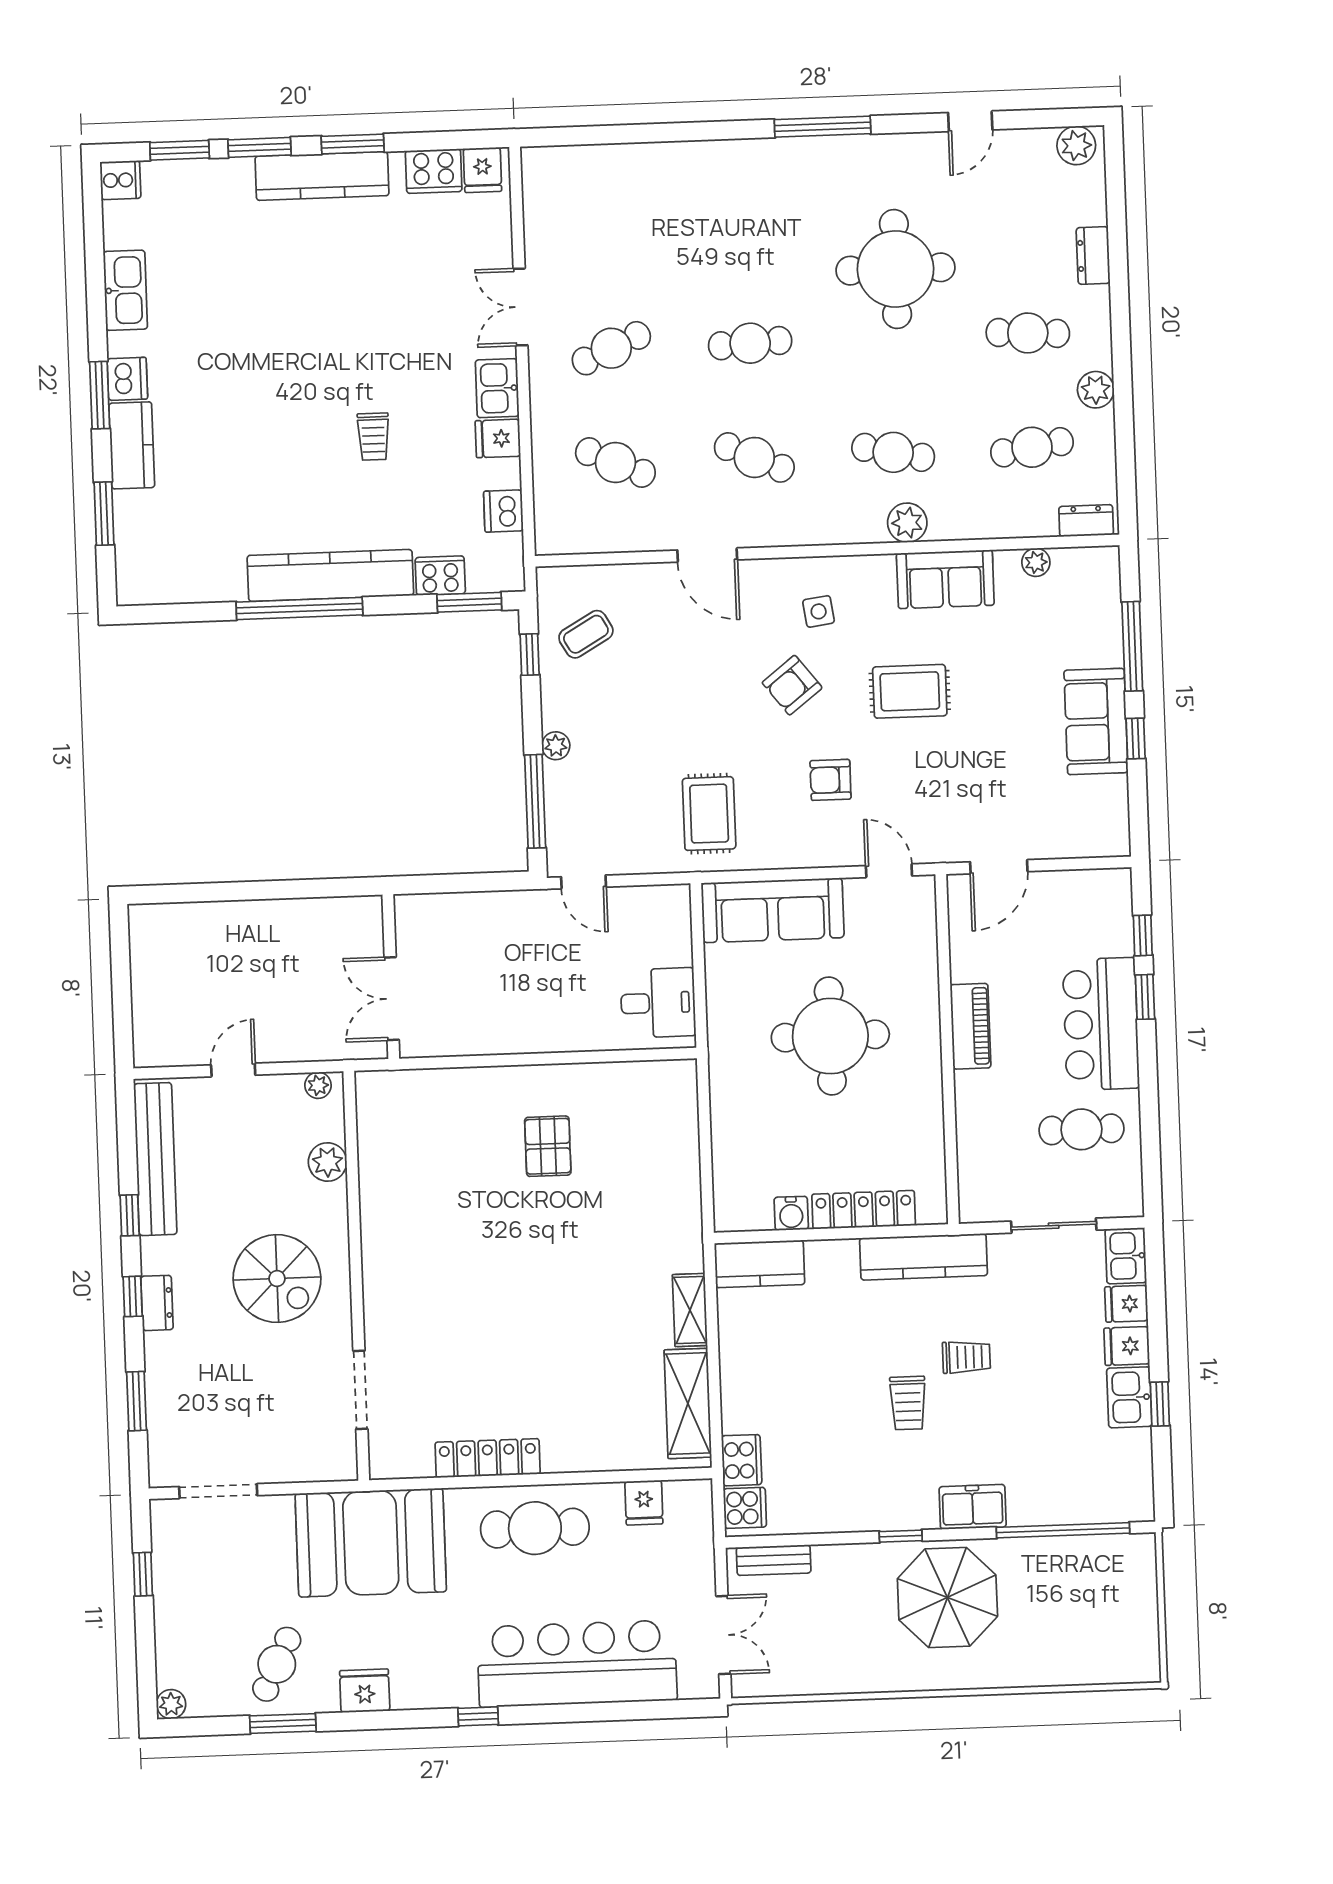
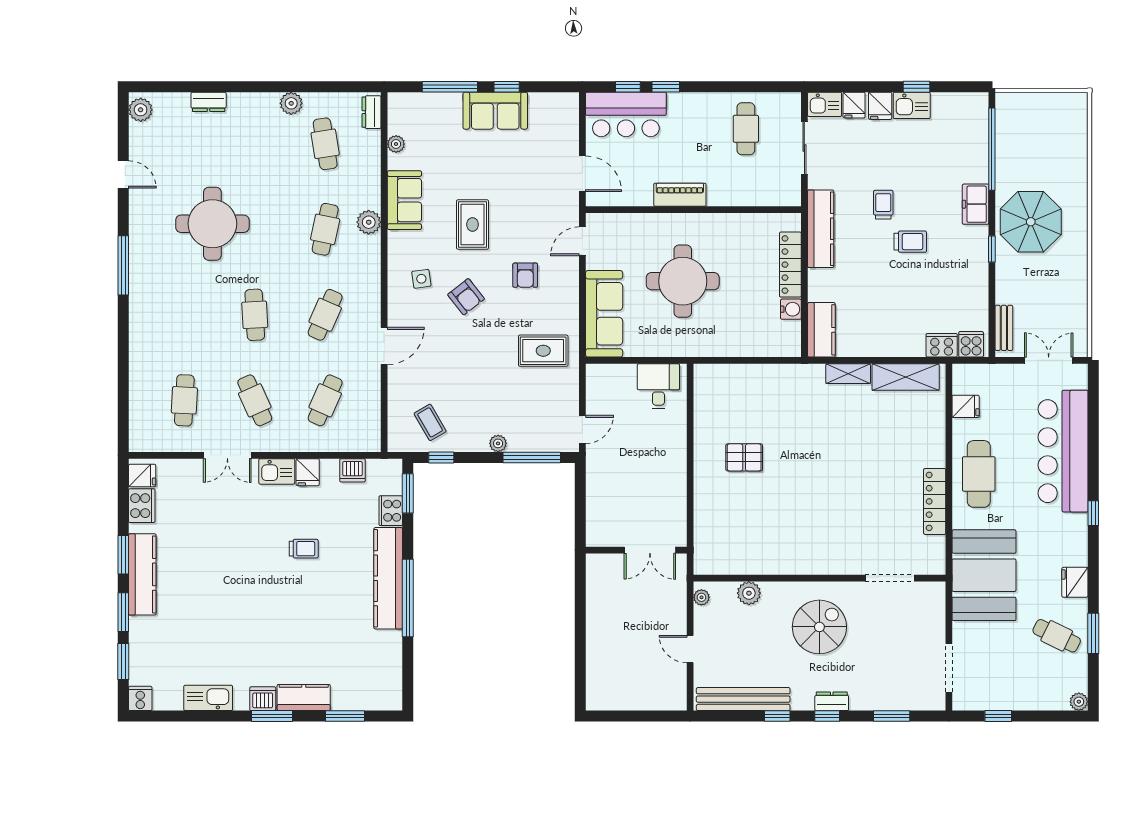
cafe table: (1028, 333) -> (184, 400), moved
bar counter: (1101, 1024) -> (626, 114), moved

